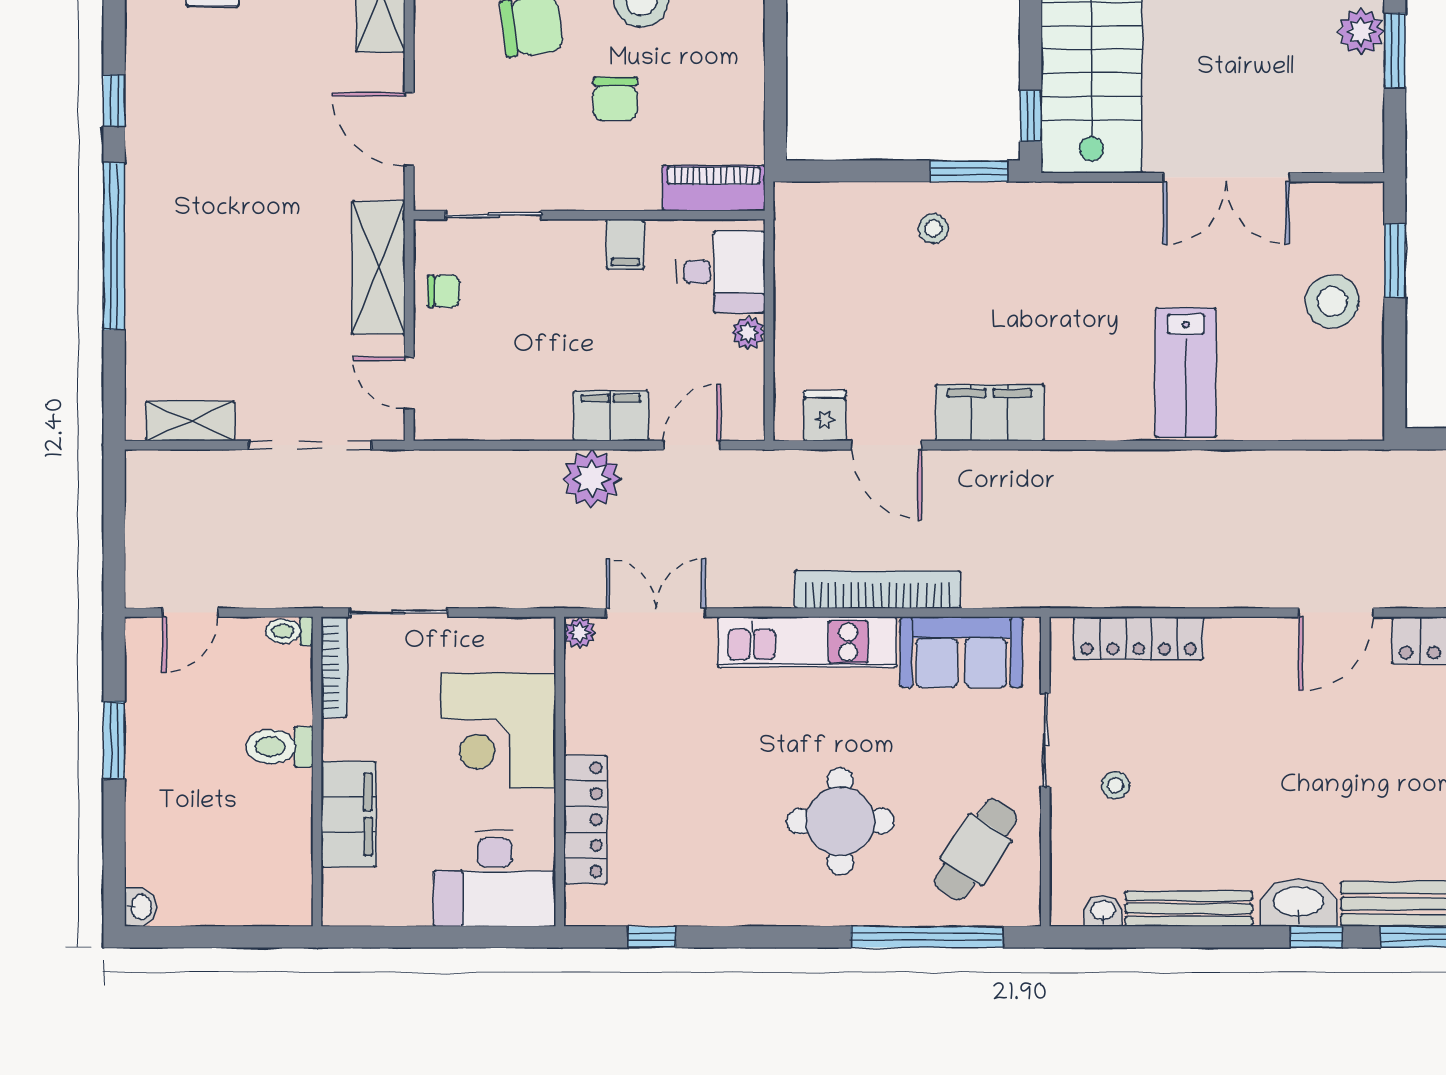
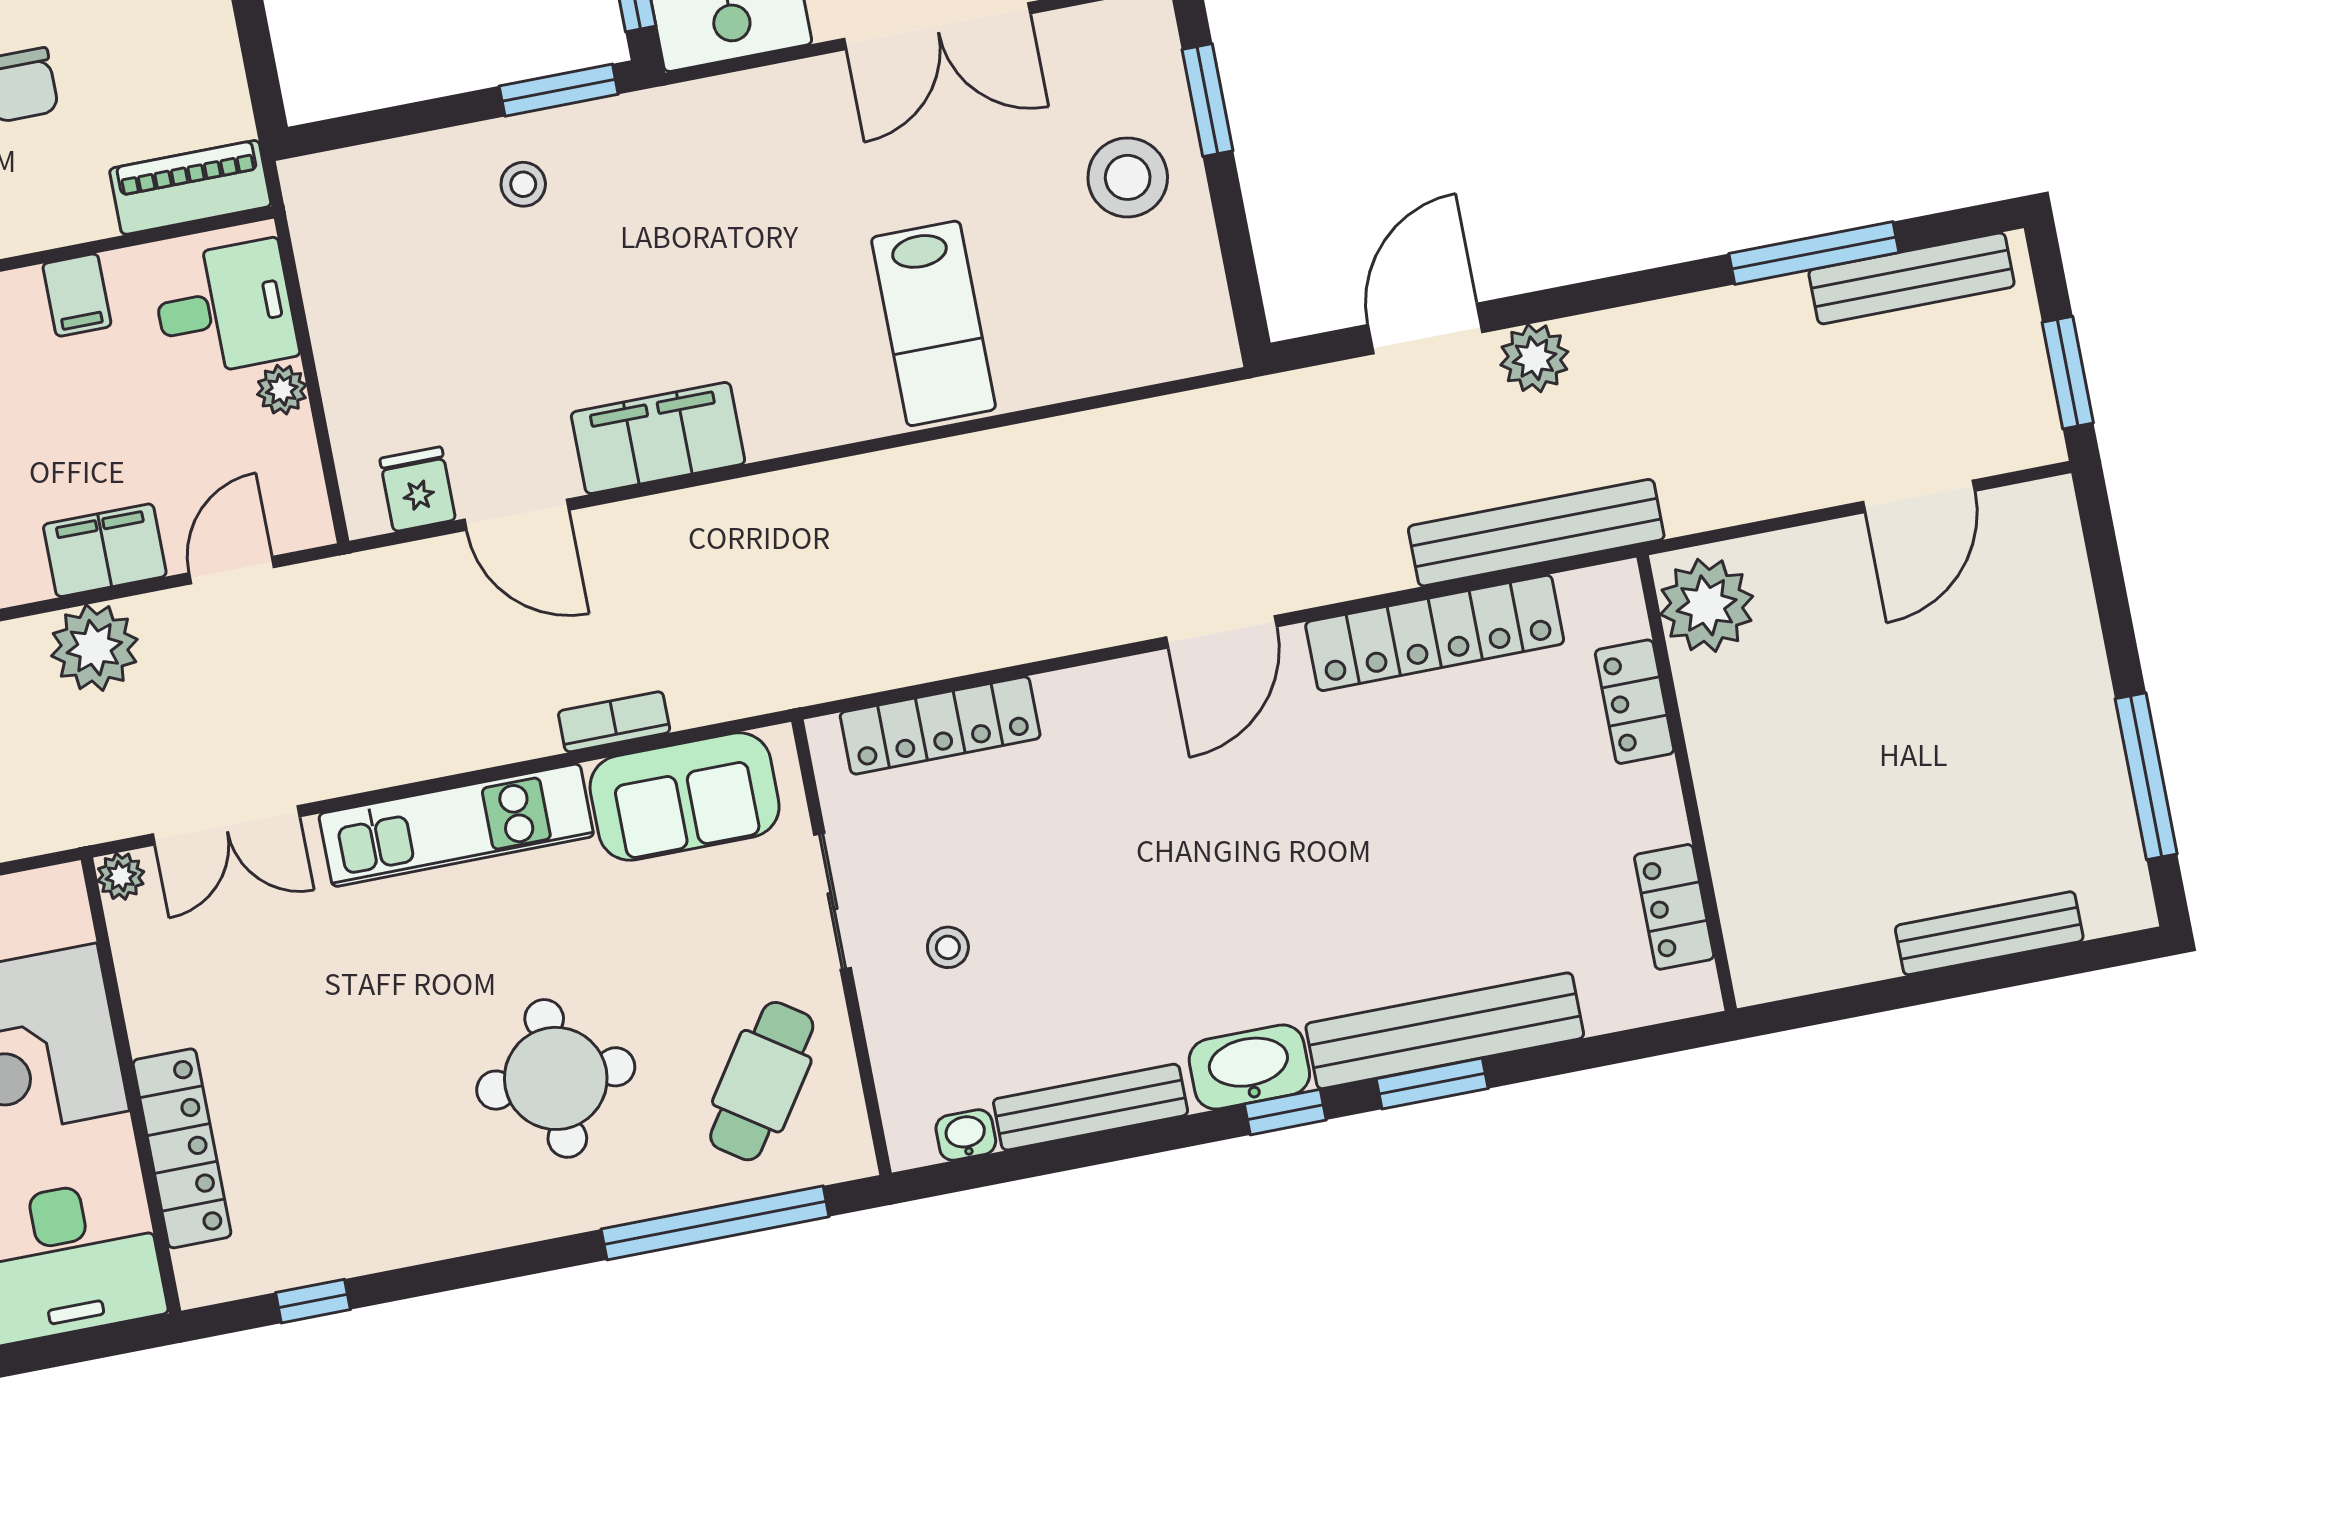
bookcase: (877, 590) -> (614, 722), width x0.43, depth x0.76
double door: (656, 613) -> (226, 825), swing flipped

